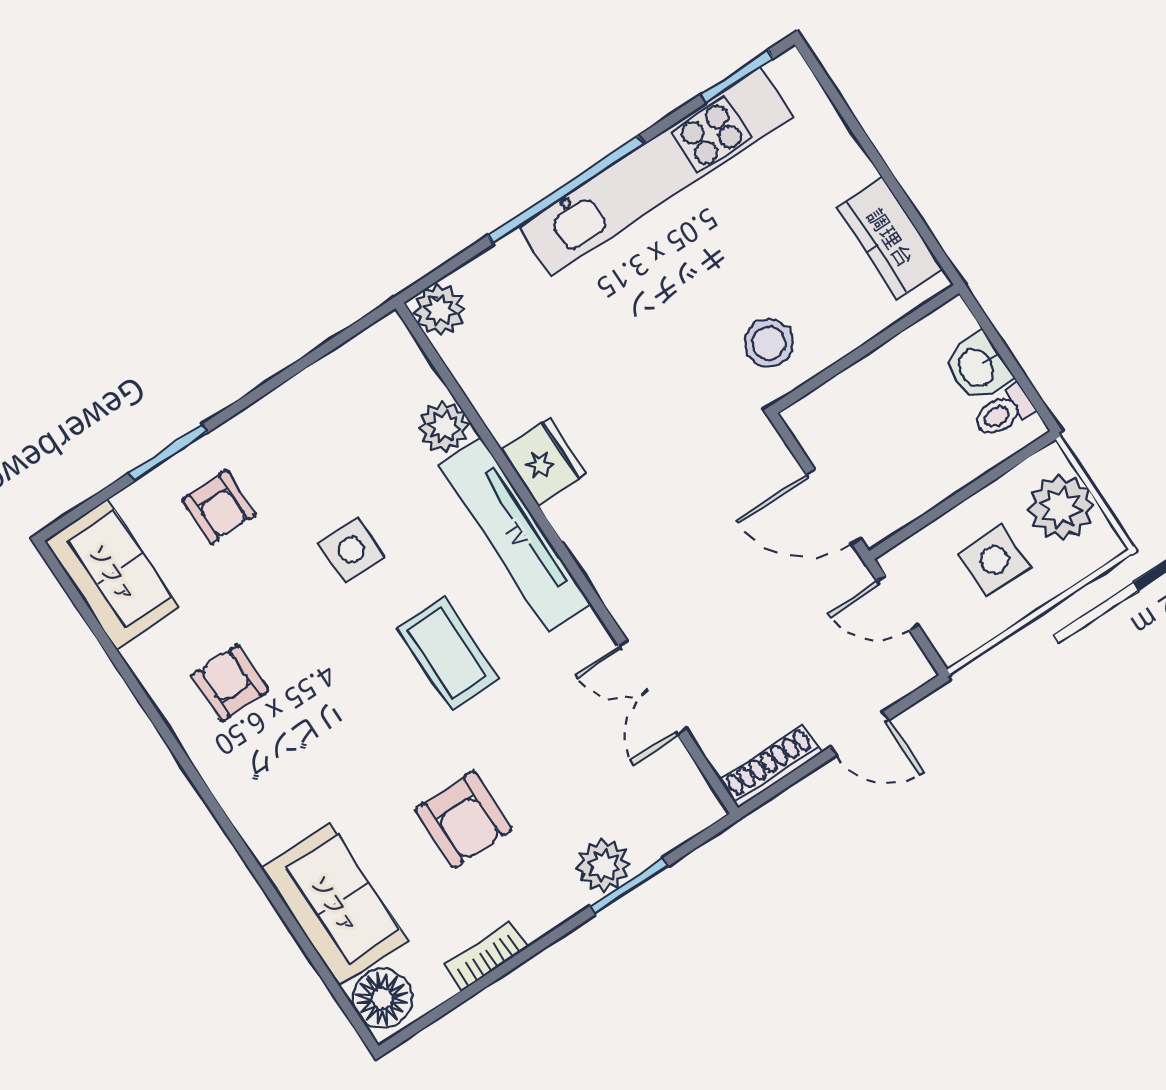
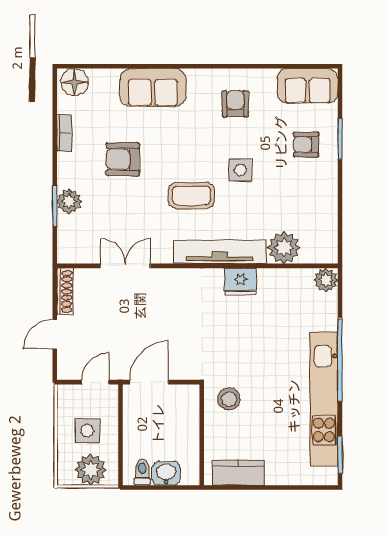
plant: (444, 427) -> (284, 248), width x1.36, depth x1.36
side table: (351, 550) -> (240, 170), moved
armchair: (230, 683) -> (235, 104), turned -90
sofa: (334, 905) -> (153, 87), moved

